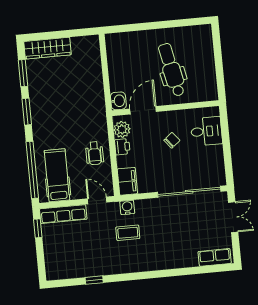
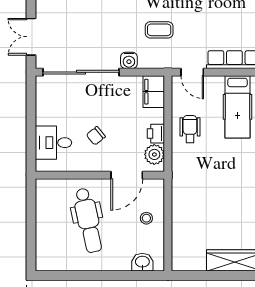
stool: (124, 76) -> (146, 218), added
washbasin: (118, 101) -> (142, 262), moved, turned 90
water cooler: (127, 207) -> (129, 60), moved

